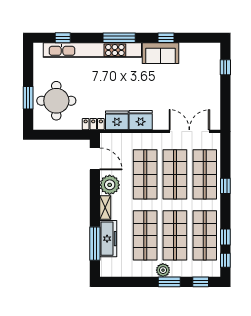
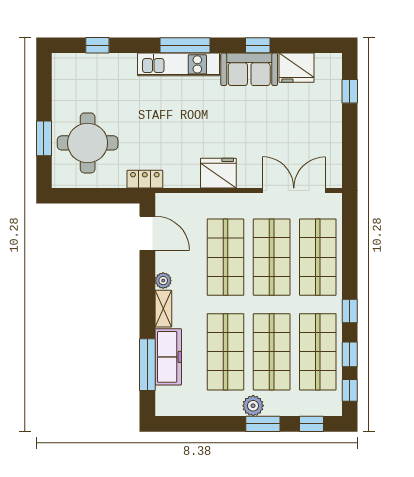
kitchen unit: (92, 50) -> (179, 64), width x0.54
fridge: (117, 120) -> (296, 68), moved, turned 180
plant: (110, 185) -> (163, 281), width x0.53, depth x0.53
window: (225, 186) -> (350, 311), moved

